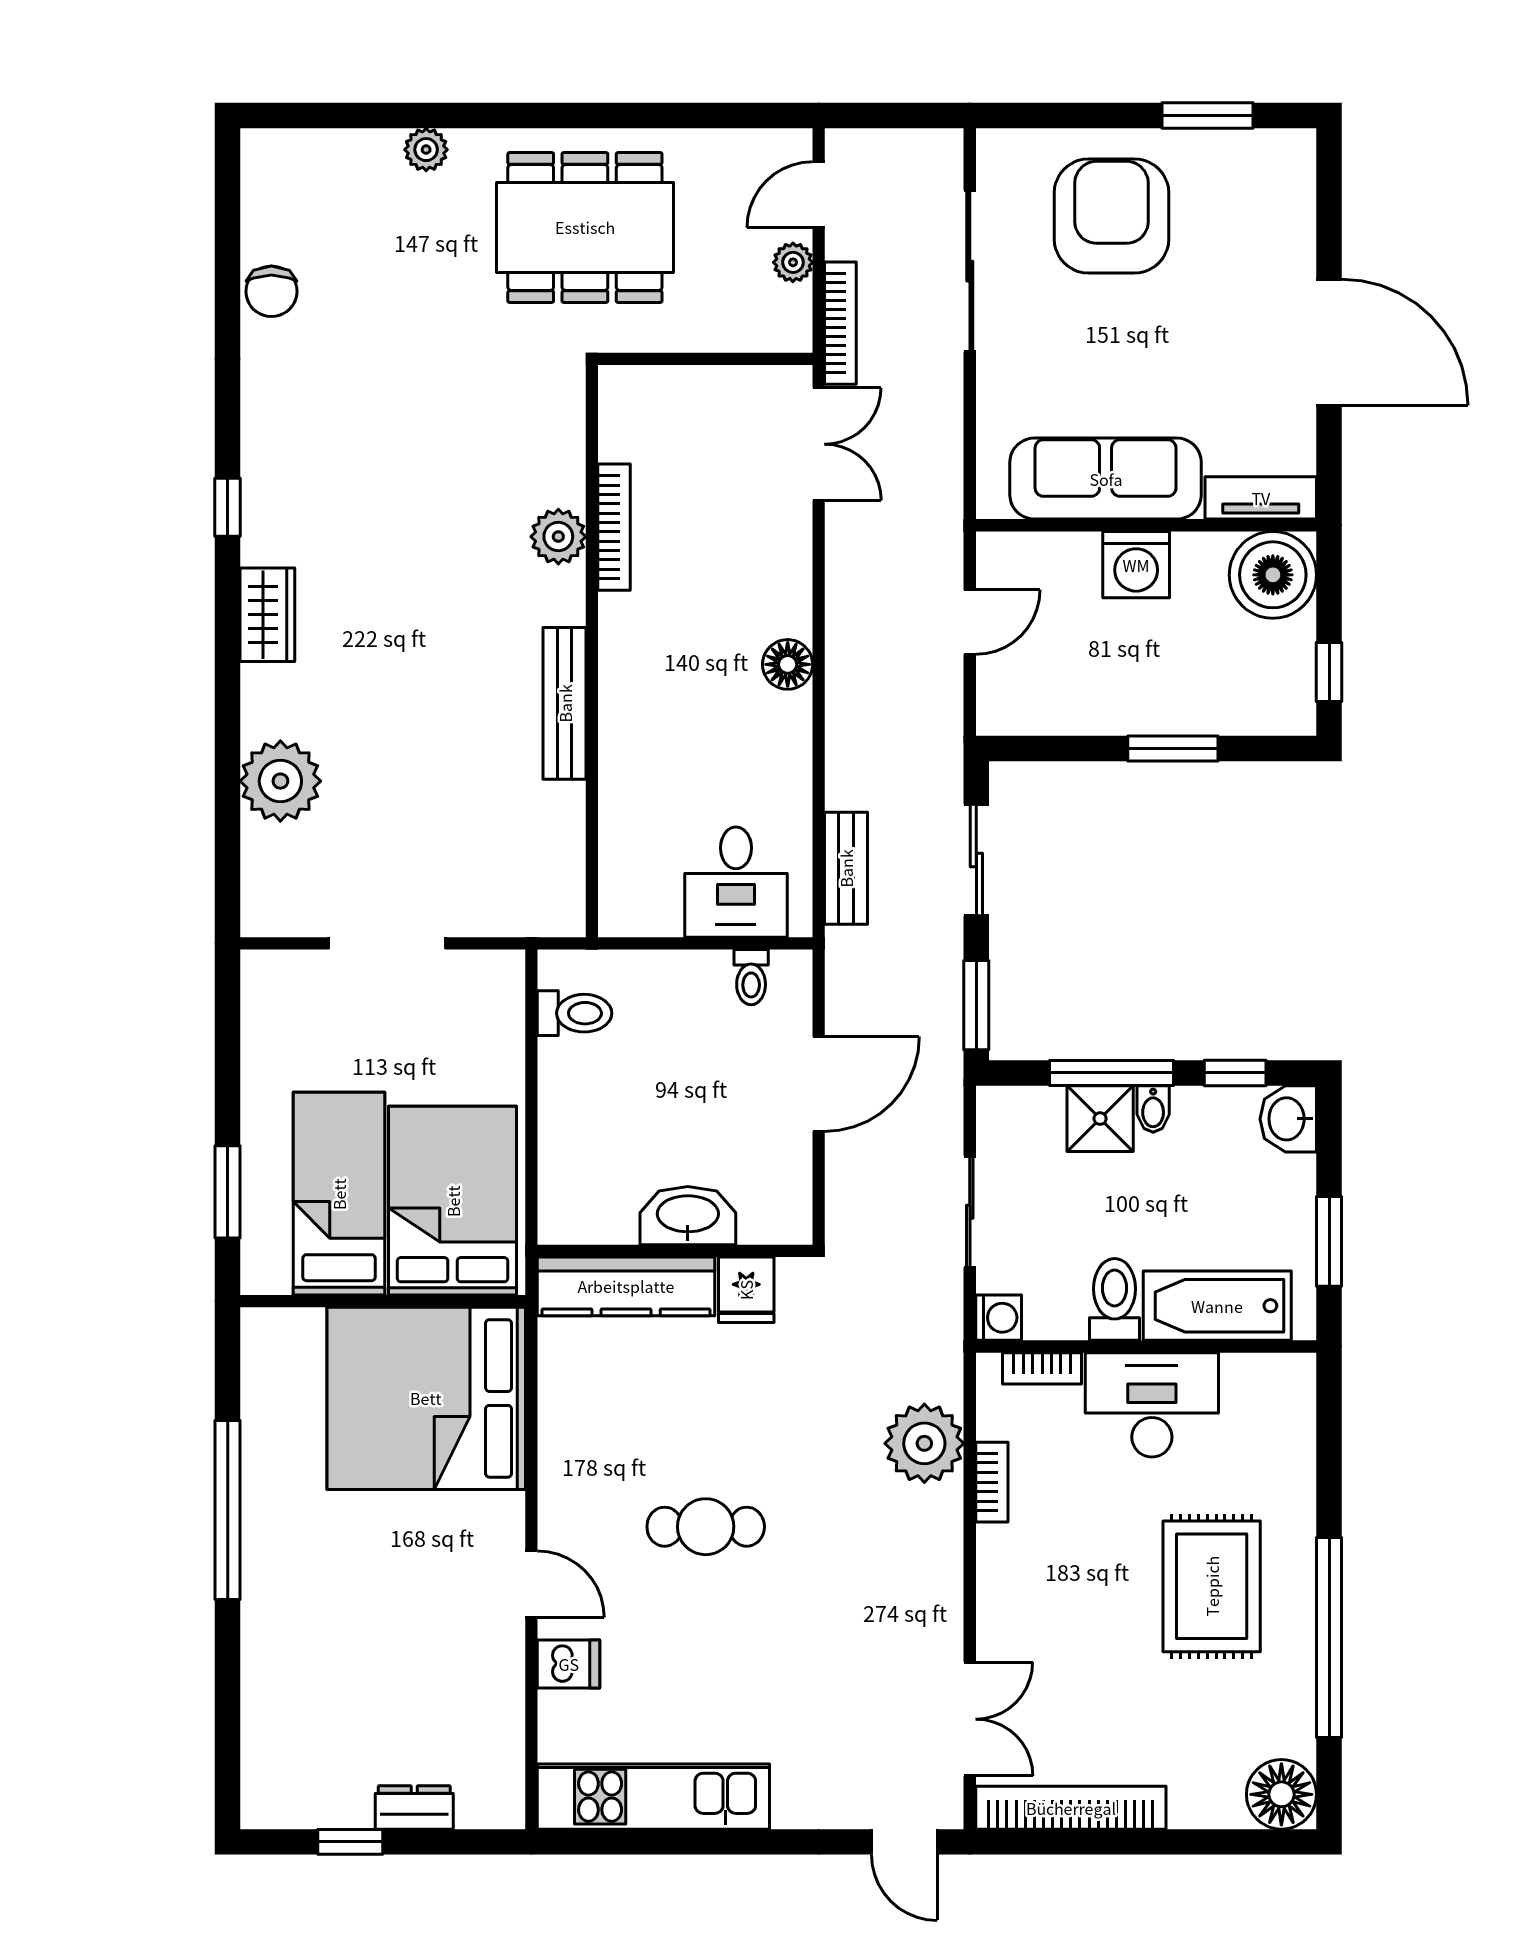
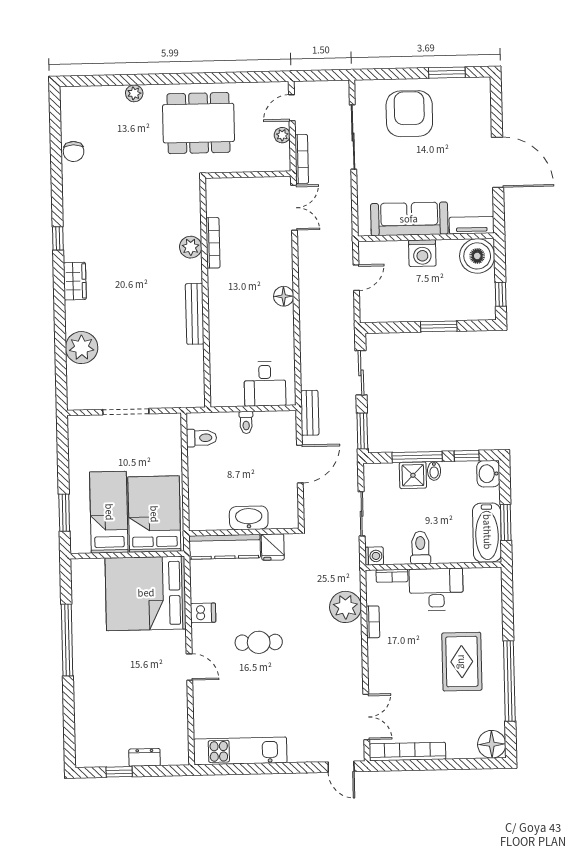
bench: (846, 868) -> (310, 413), moved
toilet: (751, 977) -> (246, 422), moved
bathtub: (1217, 1306) -> (487, 532), moved, turned -90
dishwasher: (569, 1664) -> (203, 613), moved

